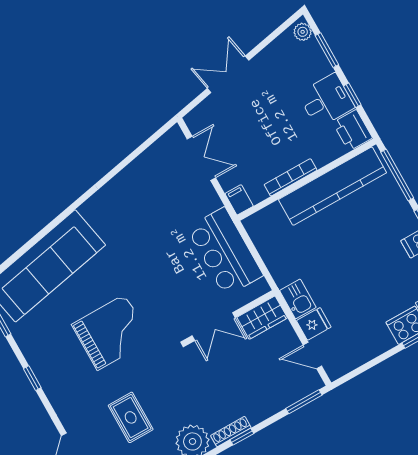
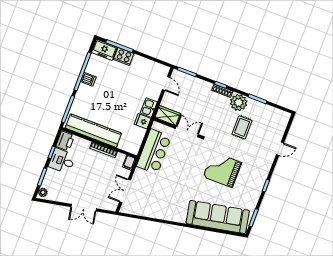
fridge: (314, 324) -> (143, 121), moved
rug: (131, 417) -> (242, 127), moved

